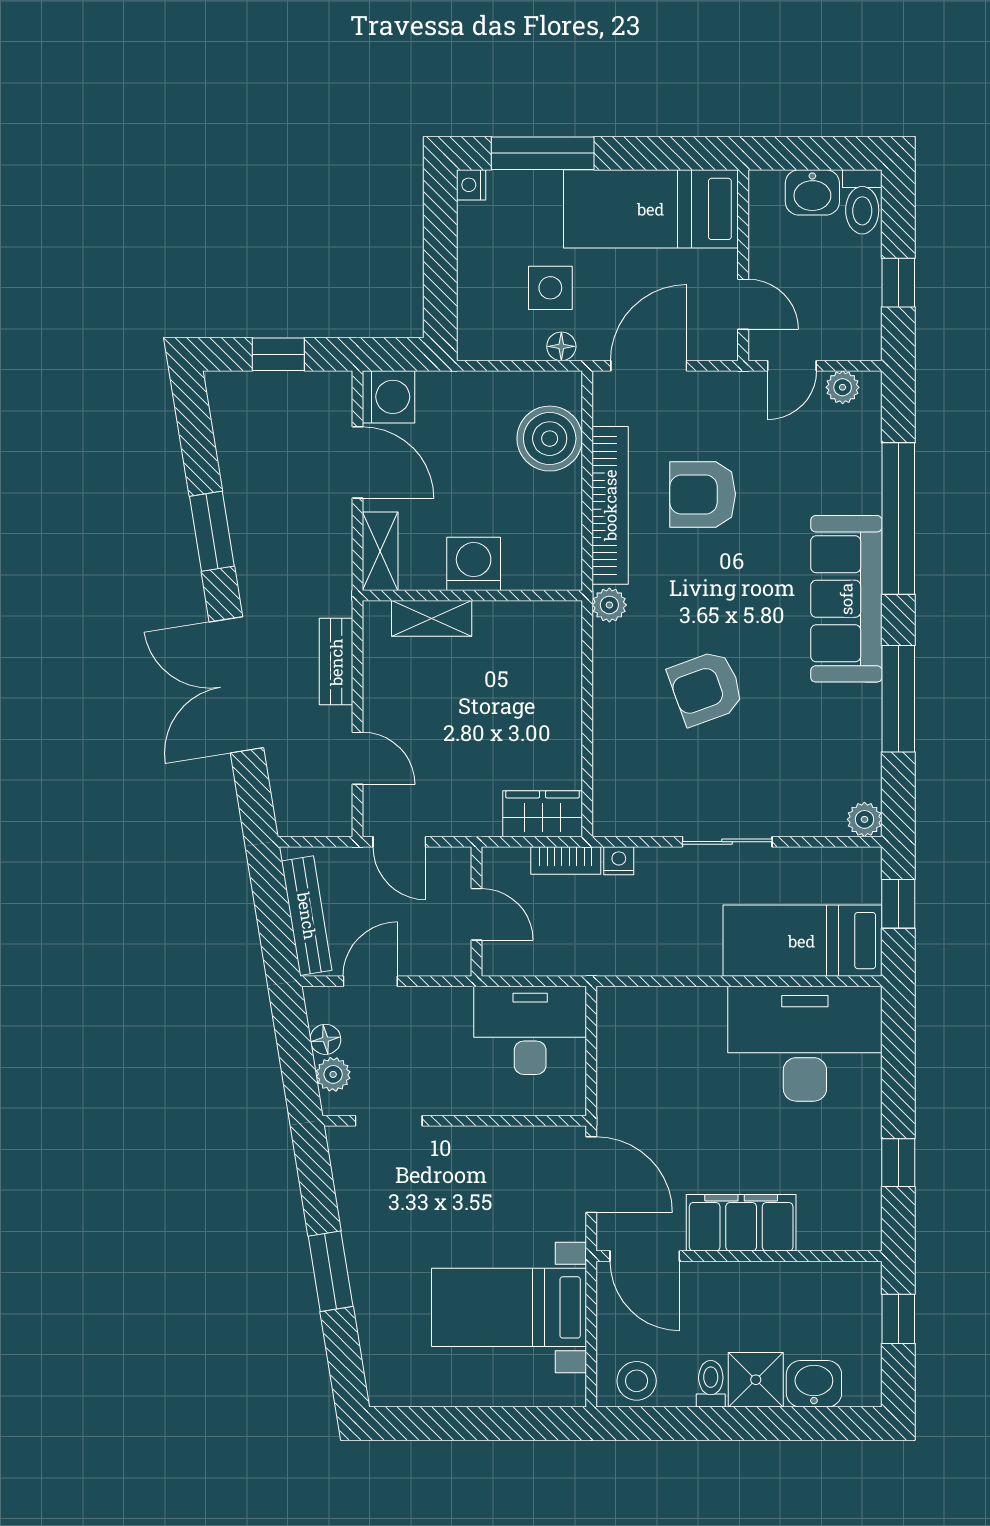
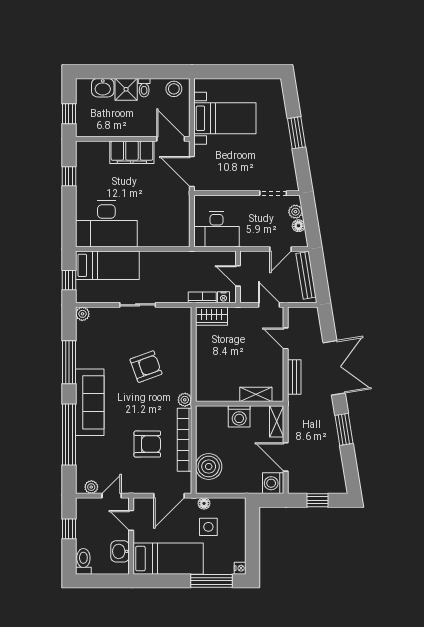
washbasin: (812, 192) -> (120, 551), moved, turned -90
nightstand: (619, 861) -> (224, 297), moved

